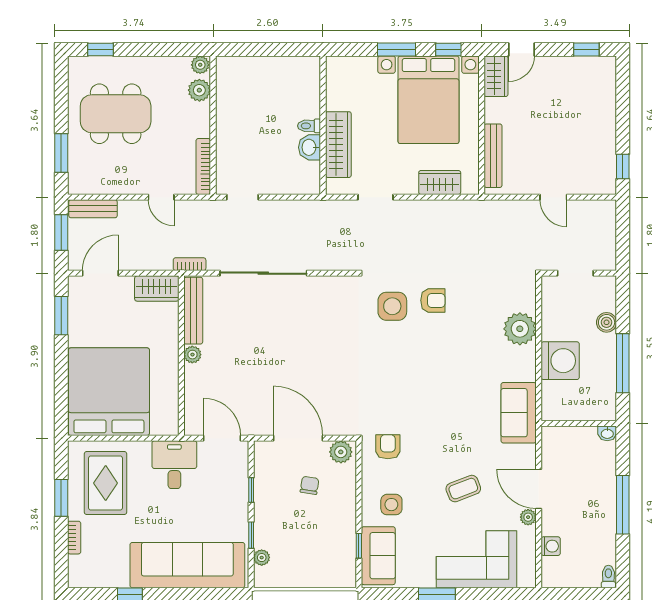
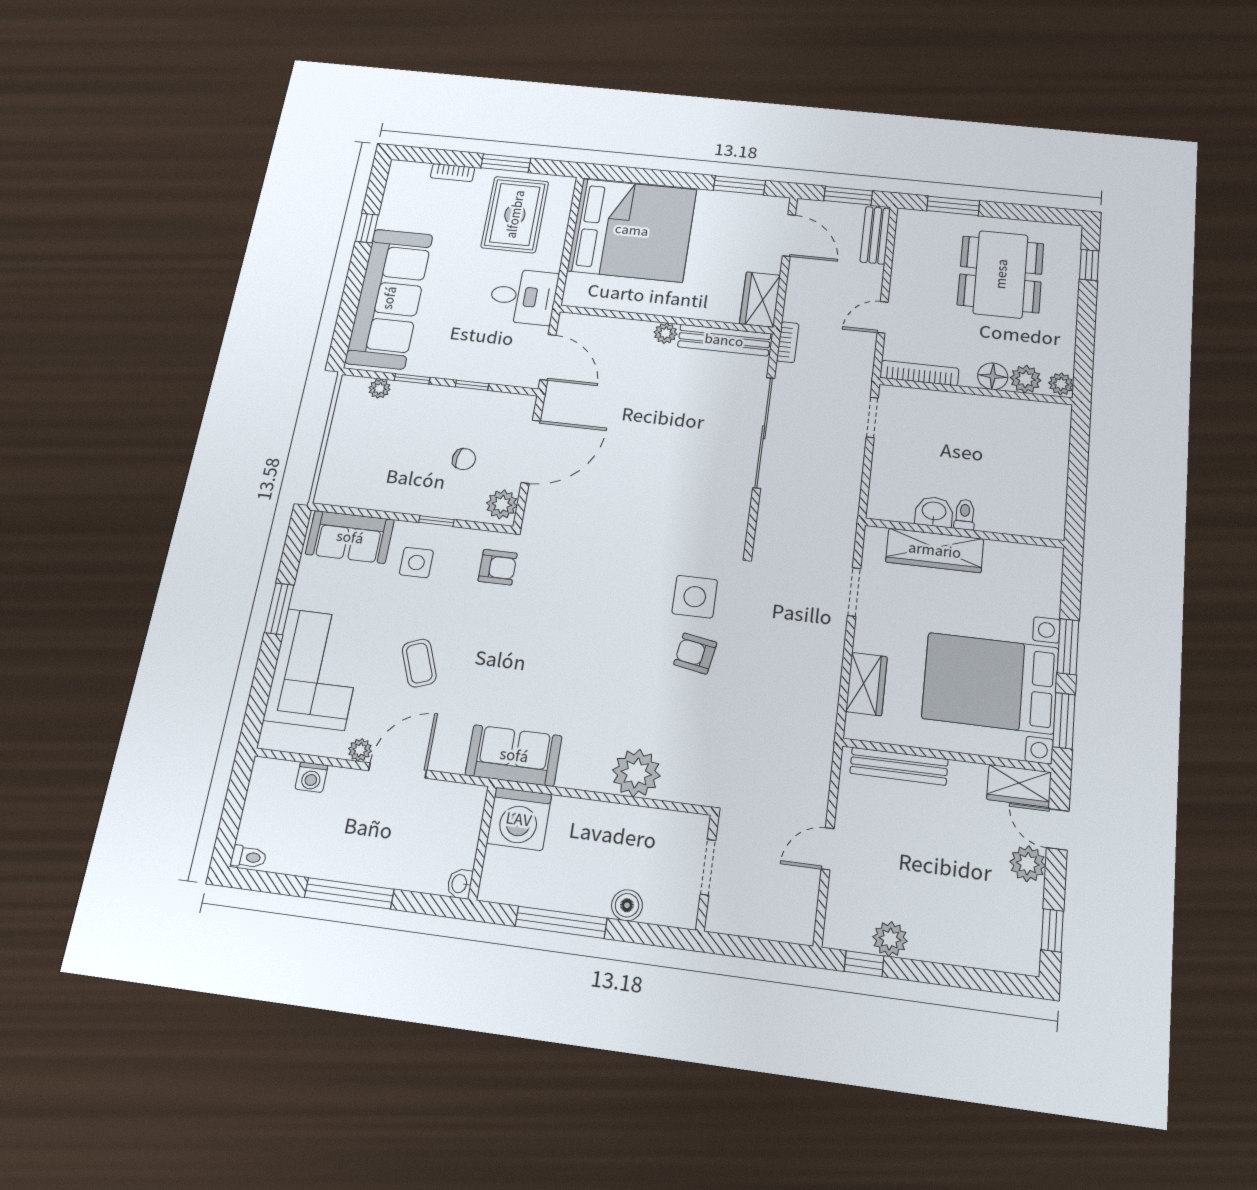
window: (448, 49) -> (1064, 721), width x1.50
plant: (546, 68) -> (1028, 864), added
floor lamp: (200, 114) -> (993, 376), added
plant: (605, 152) -> (890, 939), added
armchair: (433, 300) -> (695, 654), turned 100
washing machine: (560, 361) -> (519, 819), moved
door: (222, 438) -> (548, 357), hinge flipped
rug: (106, 483) -> (515, 214), turned 90
window: (359, 546) -> (436, 521), moved

